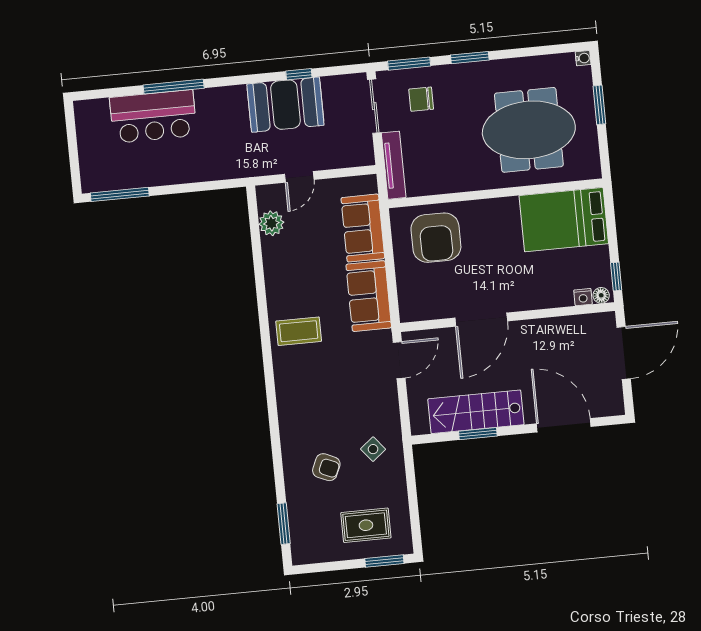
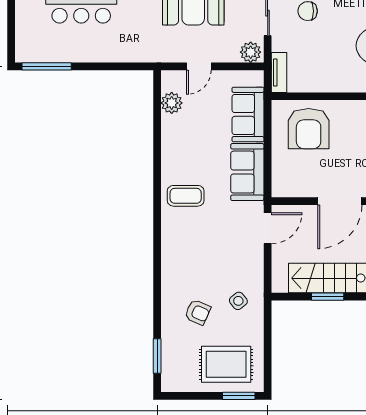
plant: (359, 154) -> (251, 52), added
tv unit: (394, 165) -> (279, 72), width x0.71
rug: (366, 525) -> (226, 364), width x1.36, depth x1.43

